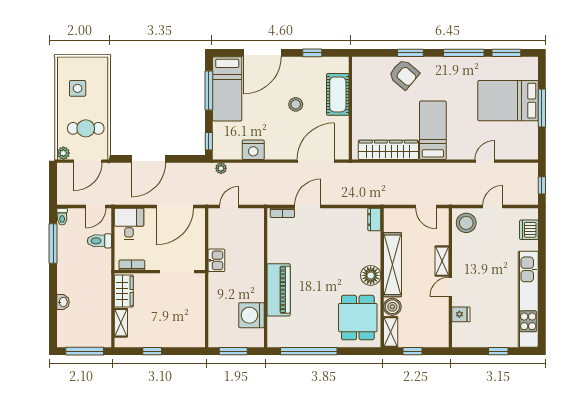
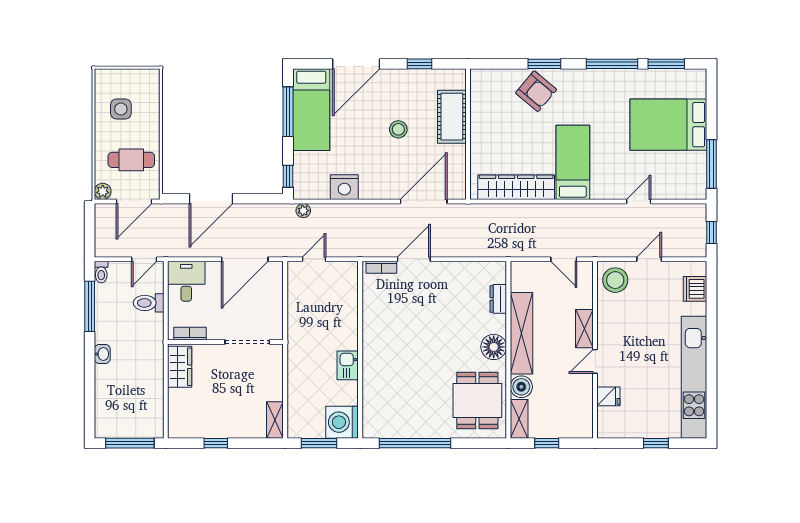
window: (542, 108) -> (711, 164), moved
dresser: (374, 219) -> (498, 299), moved
kitchen sink: (216, 260) -> (348, 365), moved, turned 180
piano: (279, 290) -> (377, 365), removed
washbasin: (63, 302) -> (102, 354), moved
washing machine: (251, 315) -> (342, 422), moved
shelving: (121, 323) -> (275, 420), moved

